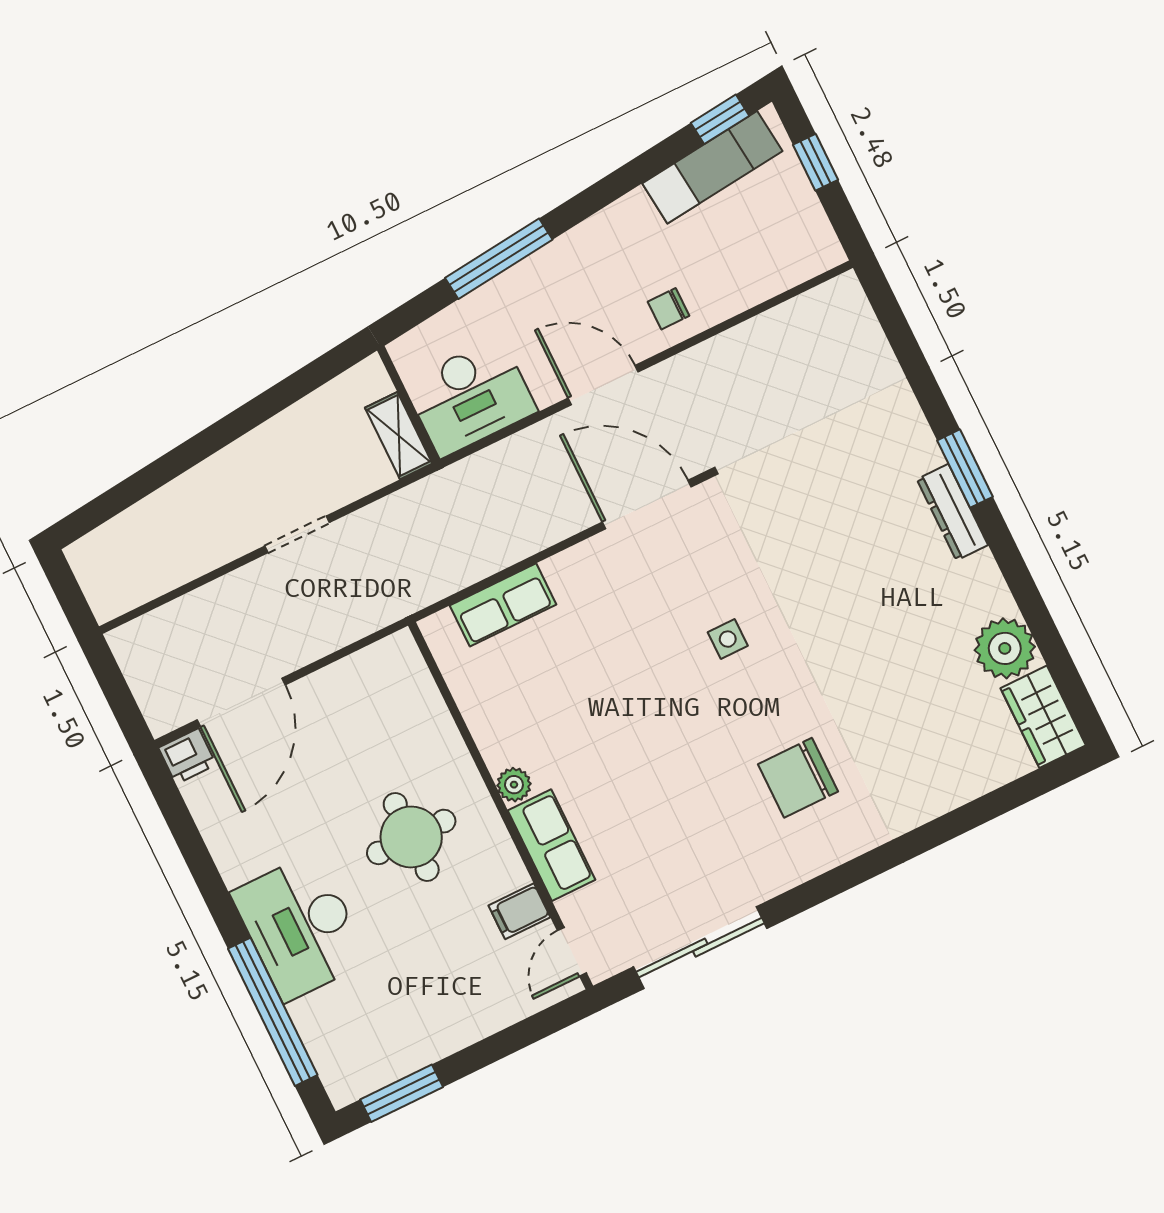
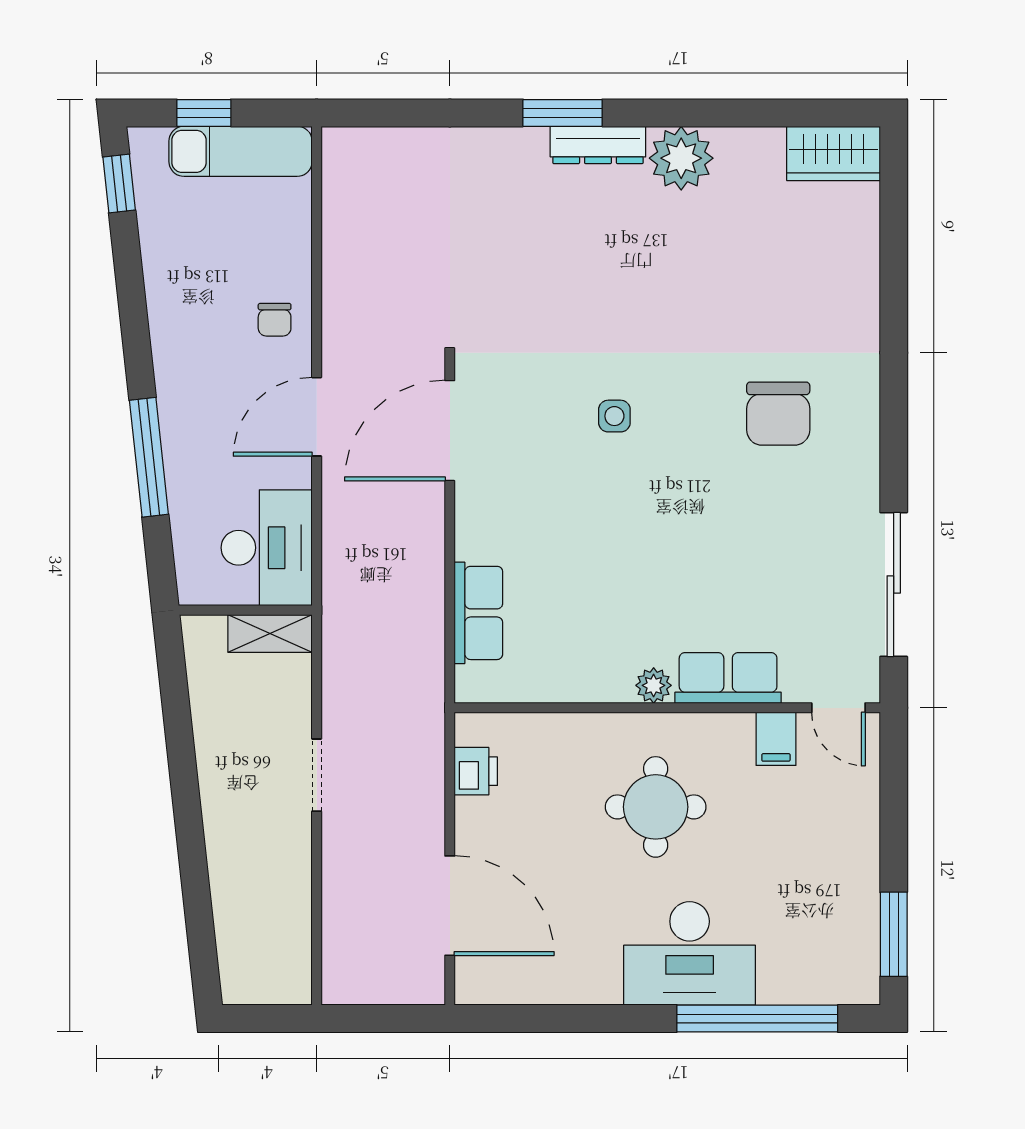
exam couch: (712, 167) -> (241, 151), moved, turned 96
plant: (1005, 648) -> (681, 158), moved
printer: (187, 756) -> (476, 771), moved

